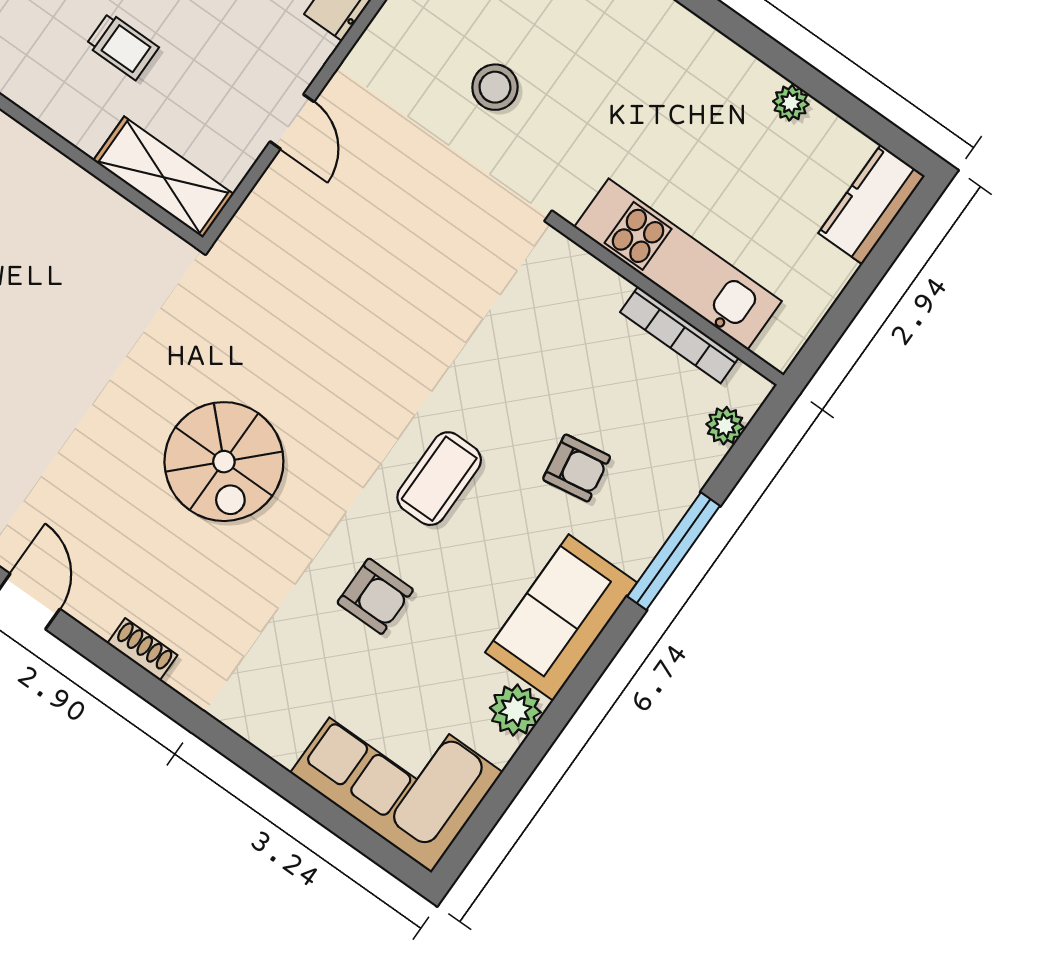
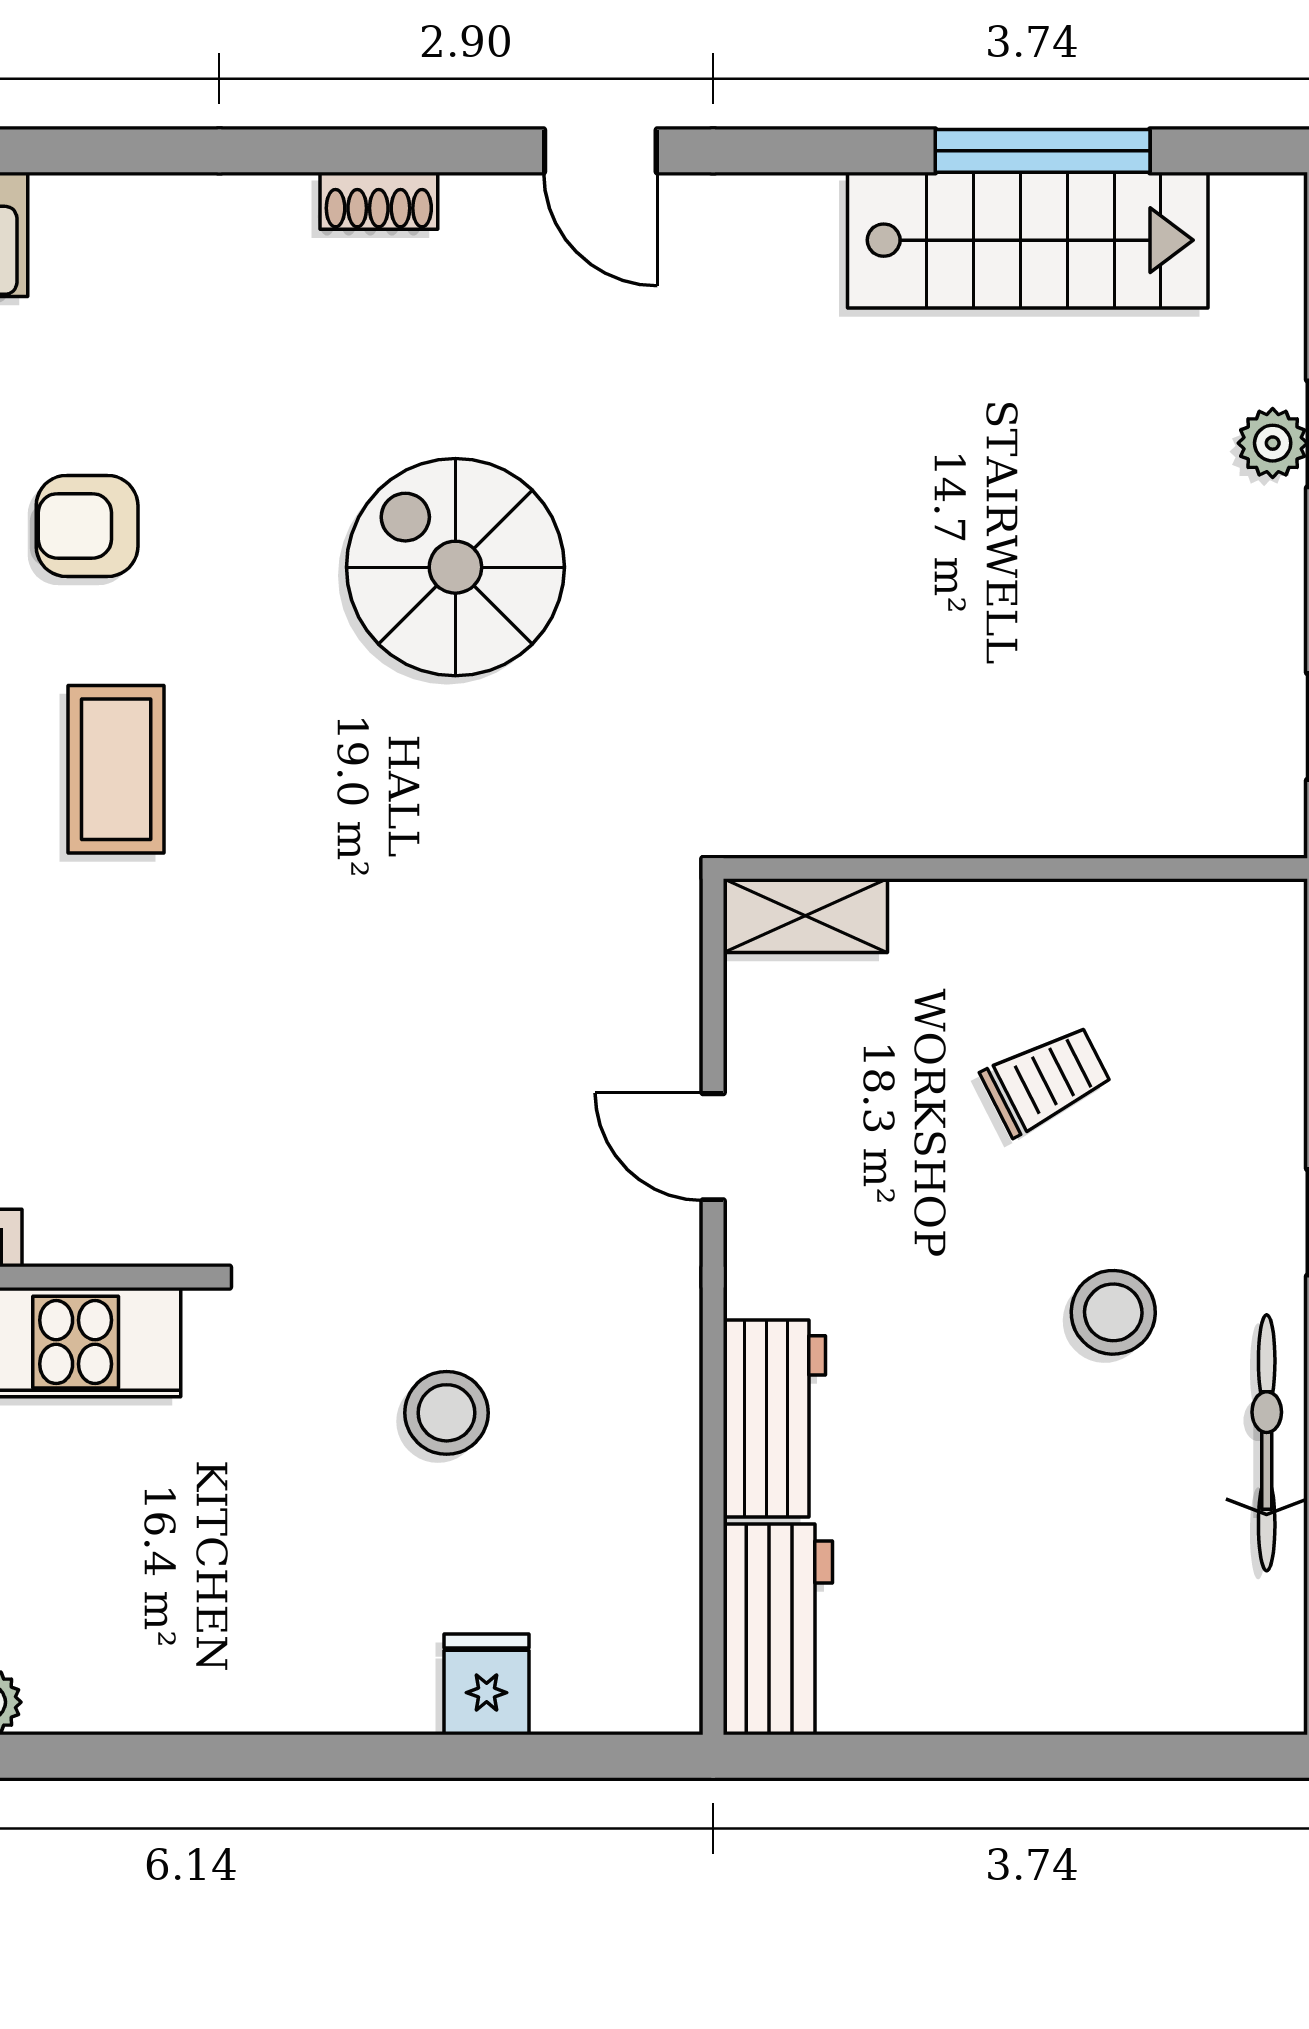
trolley: (122, 46) -> (1046, 1080), turned 153
shelving: (163, 177) -> (805, 916), width x0.67, depth x0.75

